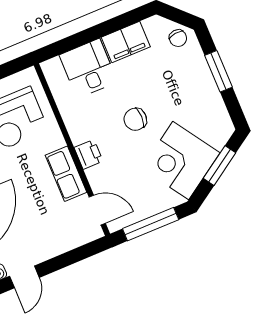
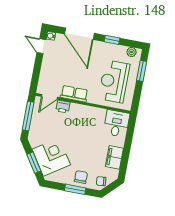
desk: (88, 68) -> (116, 124), moved, turned -90
chair: (135, 119) -> (81, 177), moved
printer: (89, 154) -> (63, 107), moved
corner desk: (181, 161) -> (51, 157), moved

